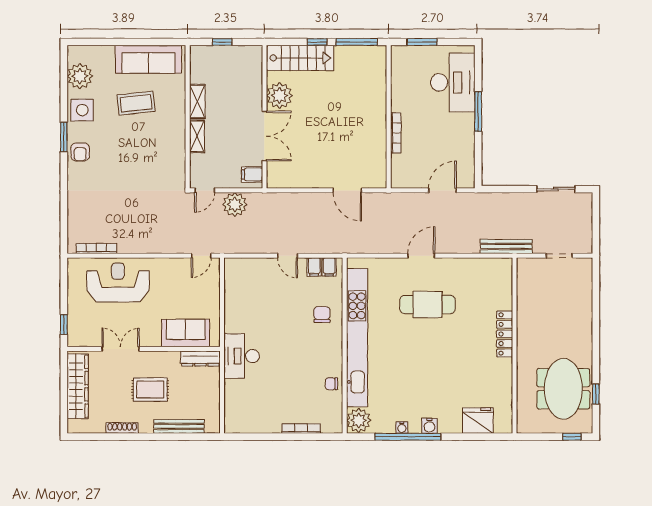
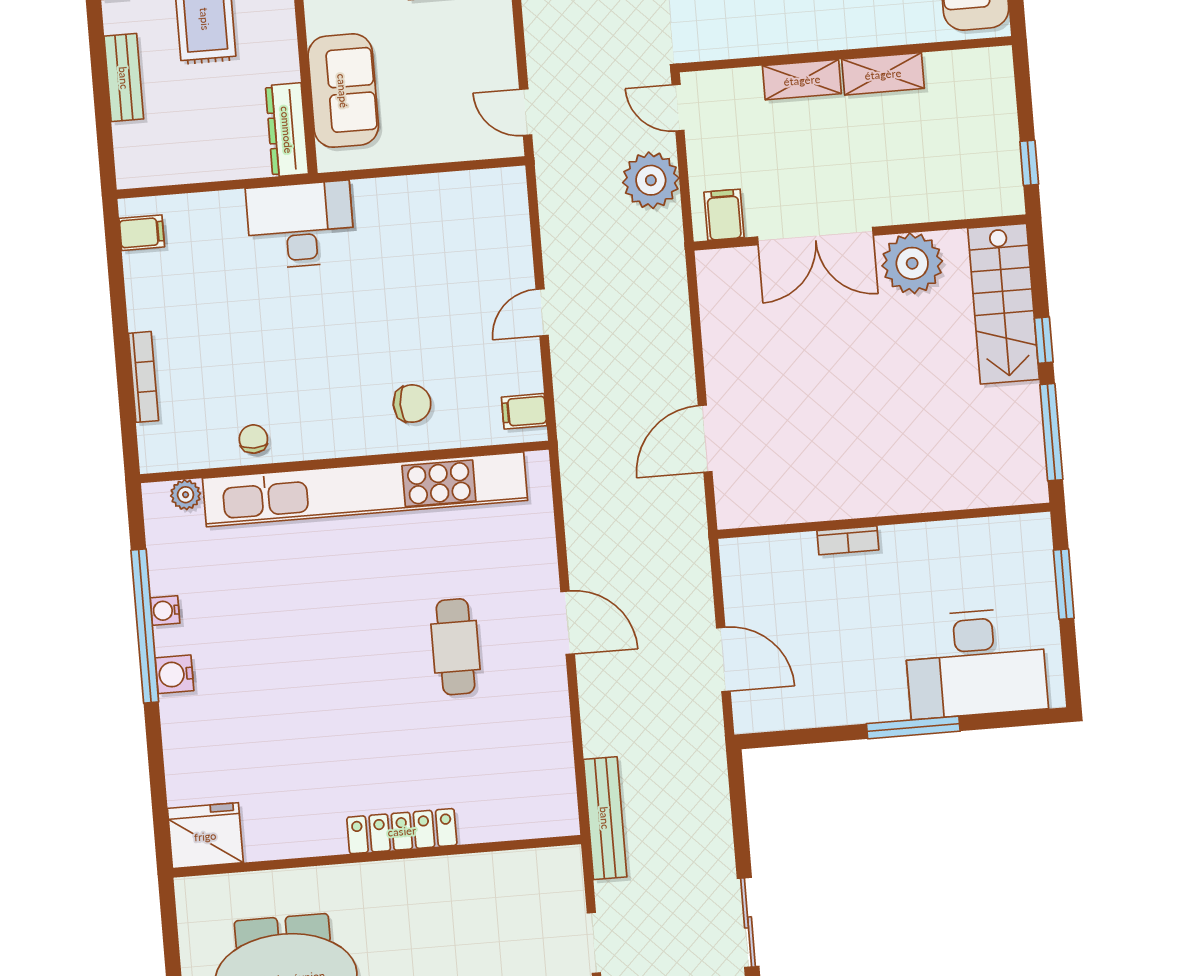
window: (222, 42) -> (1029, 163), moved
bookcase: (396, 133) -> (848, 540), width x0.64
filing cabinet: (314, 267) -> (142, 233), moved, turned 180
cafe table: (428, 305) -> (456, 647), width x0.73, depth x0.74
plant: (359, 420) -> (186, 495), width x0.53, depth x0.53
fridge: (478, 421) -> (205, 836), moved, turned -90
bench: (179, 426) -> (124, 78), width x0.73

